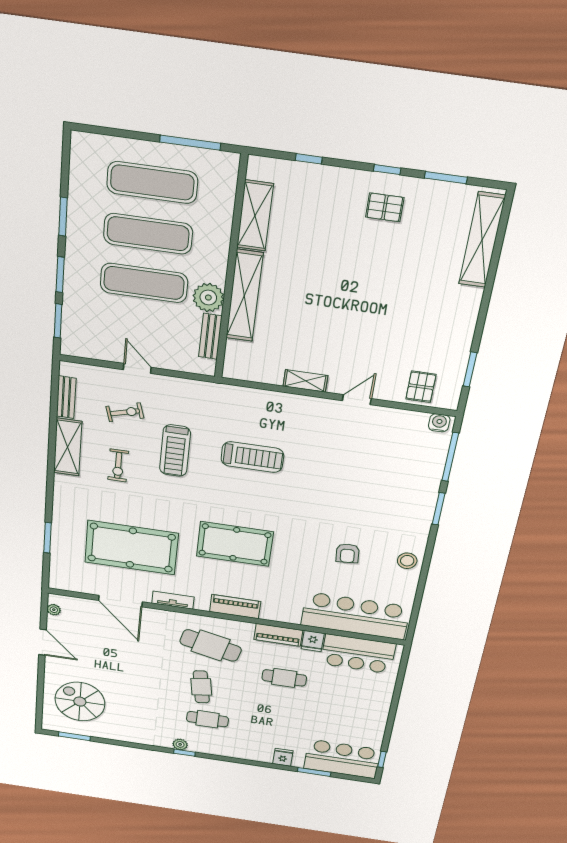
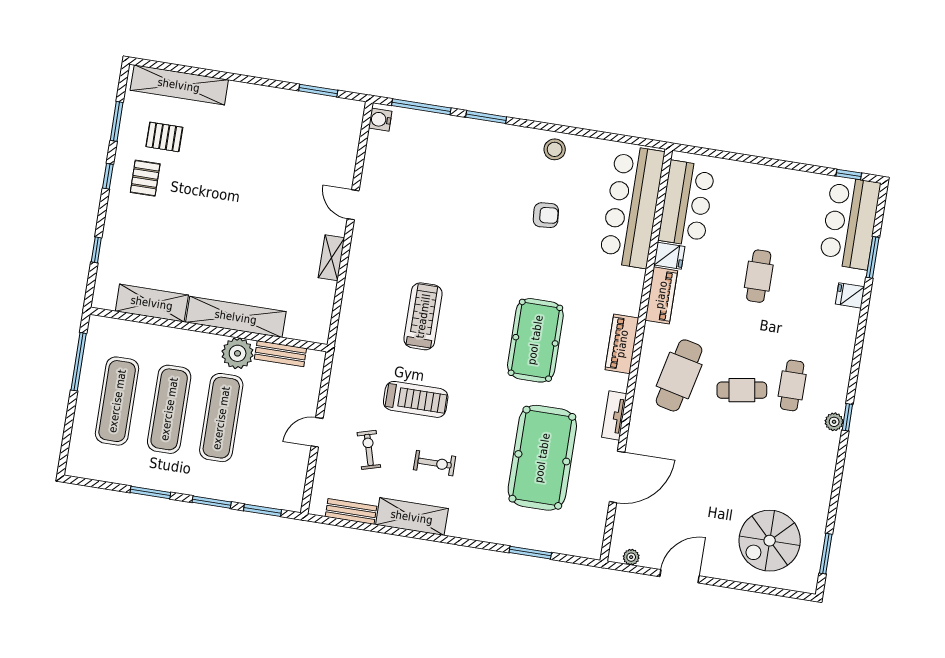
pallet: (421, 387) -> (164, 137), moved
cafe table: (284, 678) -> (759, 276), moved

